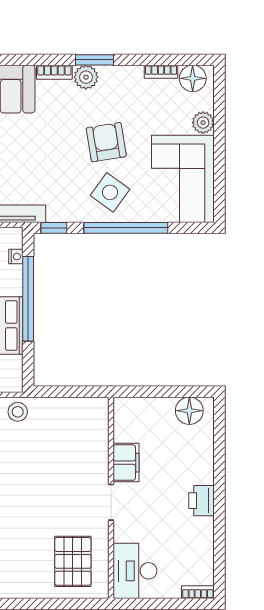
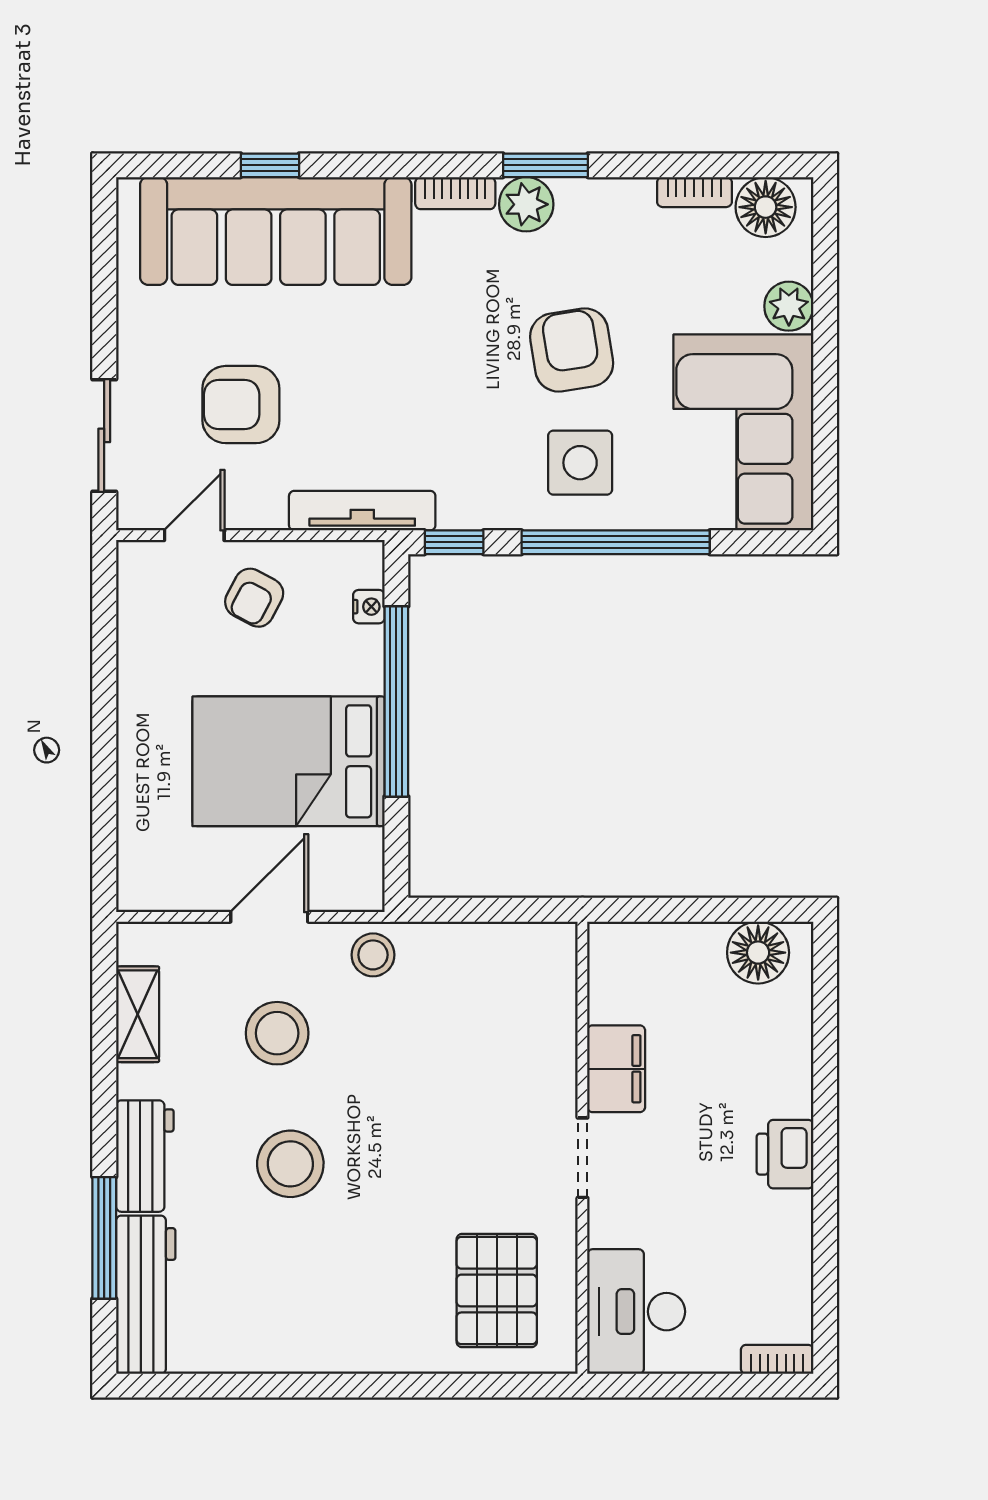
side table: (110, 192) -> (580, 463), turned -36

